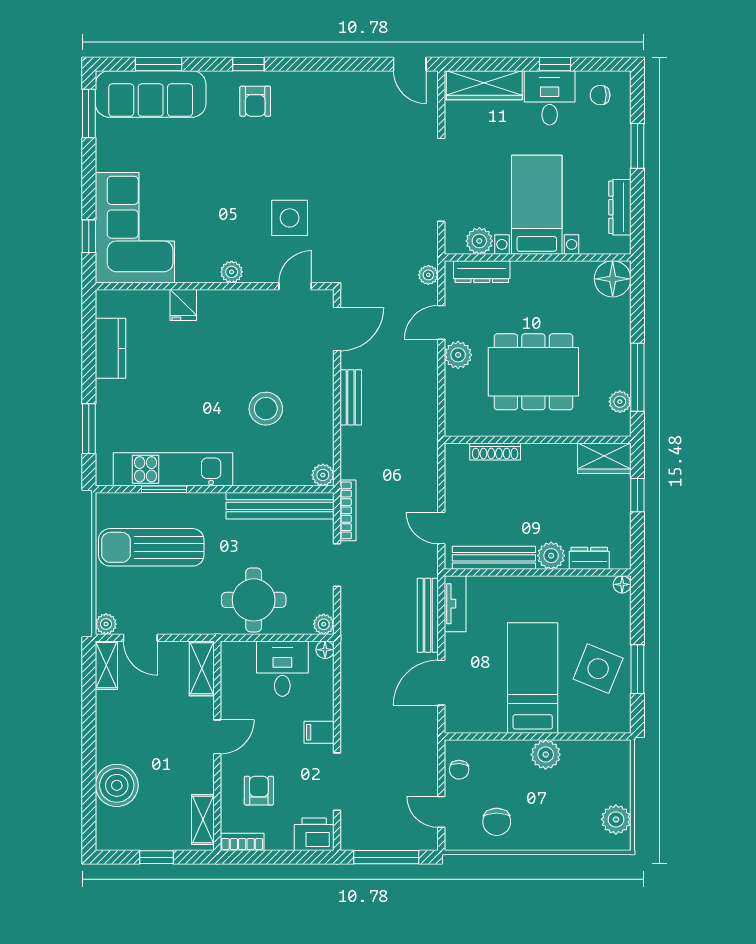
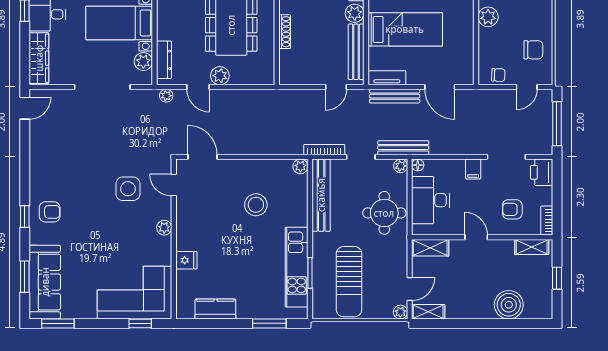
bench: (351, 397) -> (403, 148), moved, width x1.36
shoe rack: (495, 451) -> (285, 32), moved
desk: (282, 669) -> (430, 200), width x1.37
bed: (533, 678) -> (405, 29), moved, turned 180

